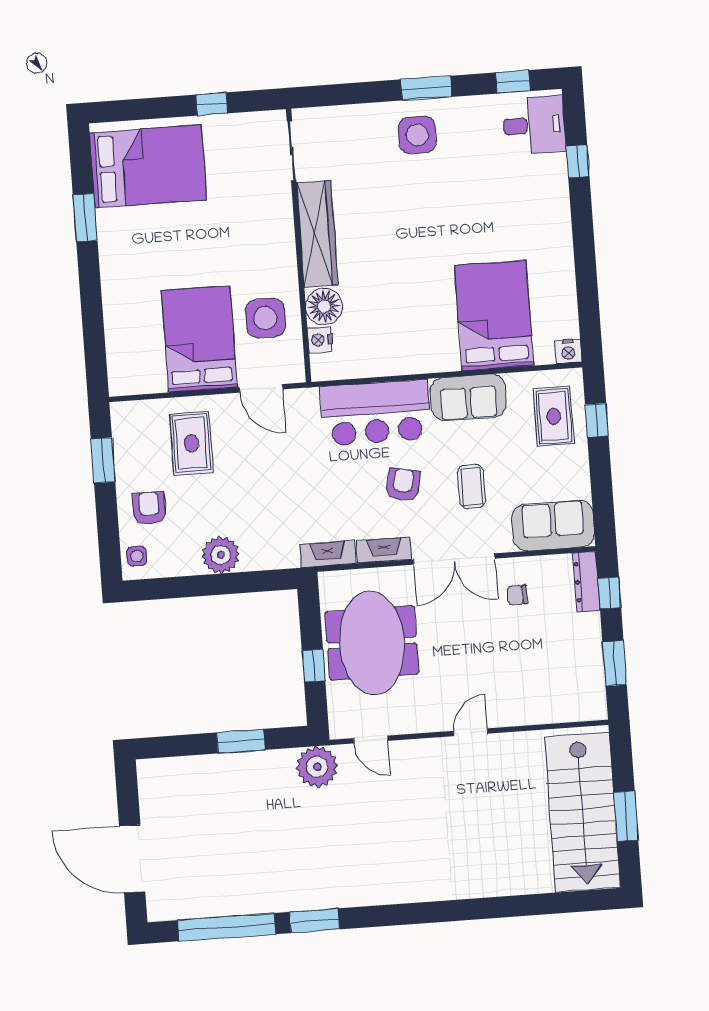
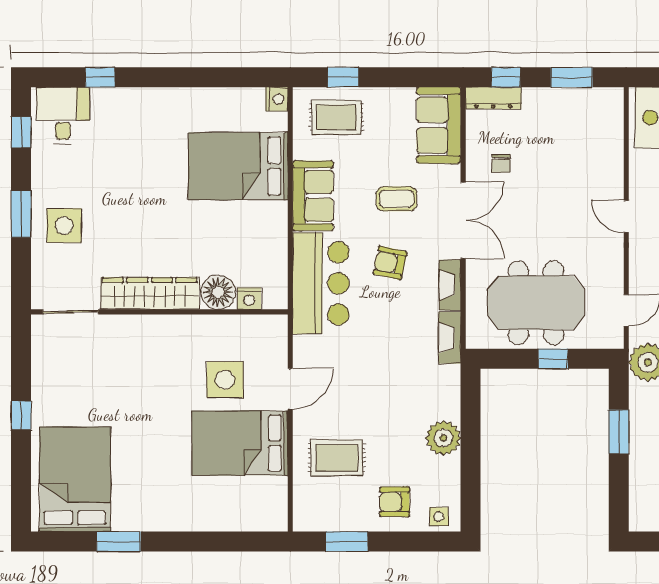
sliding door: (292, 151) -> (71, 312), moved
wardrobe: (317, 234) -> (150, 293), moved
wall: (299, 246) -> (159, 312), moved
floor lamp: (324, 306) -> (218, 292), moved
nightstand: (320, 340) -> (249, 299), moved

